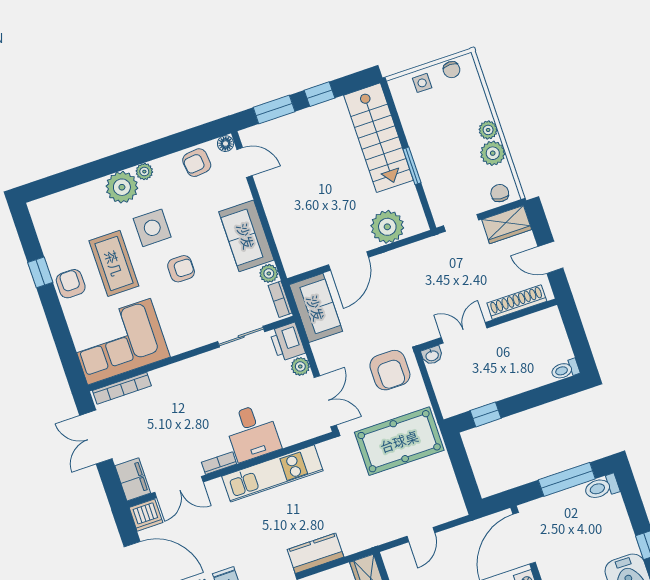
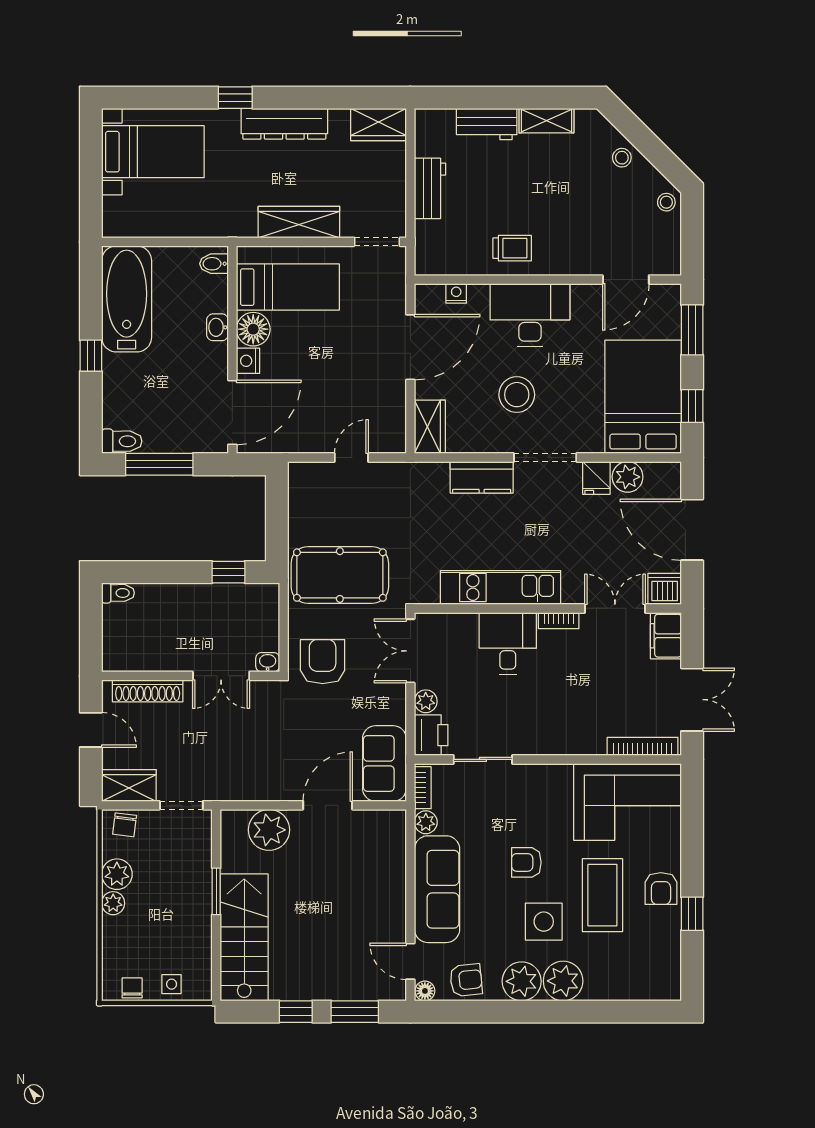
plant: (144, 172) -> (522, 981), width x1.88, depth x1.88
sofa: (246, 236) -> (437, 889), width x1.36

